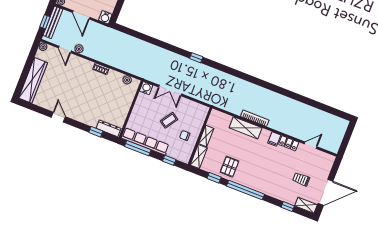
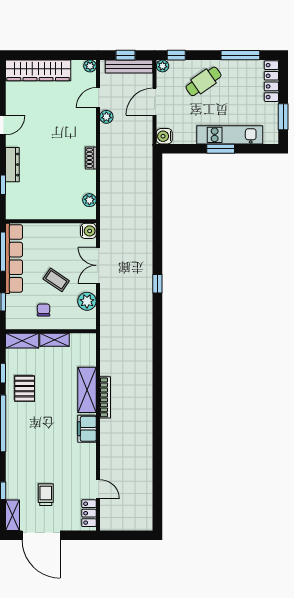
plant: (190, 106) -> (87, 301), added
dresser: (109, 128) -> (12, 165), moved
filing cabinet: (274, 139) -> (87, 429), width x2.00
locker: (289, 143) -> (89, 513), moved
pallet: (229, 167) -> (25, 389), turned 90

